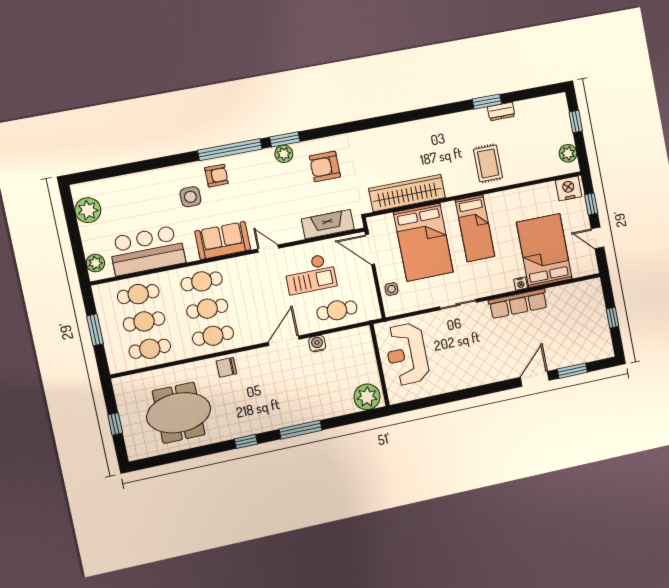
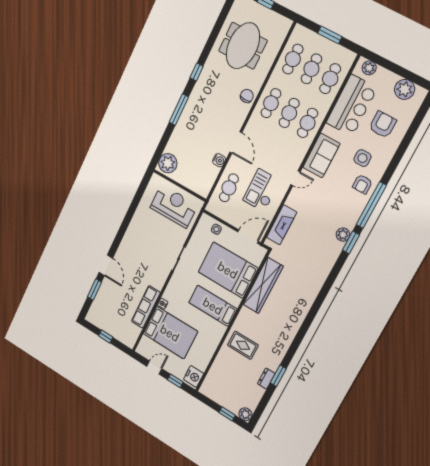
plant: (568, 153) -> (245, 414), moved
armchair: (325, 166) -> (383, 125), moved
row of seats: (518, 304) -> (146, 307), moved

